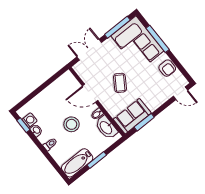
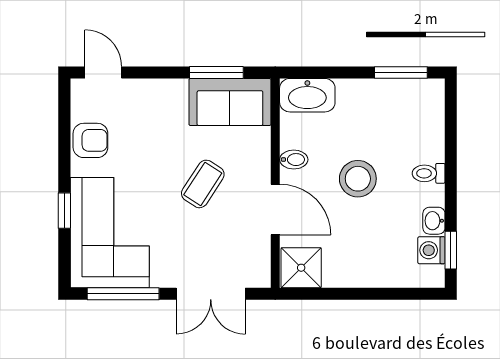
window: (158, 39) -> (64, 211), width x0.46
armchair: (167, 68) -> (90, 140), turned 90
shower: (67, 81) -> (301, 268), added
washbasin: (106, 127) -> (307, 95), moved, turned 90
window: (97, 160) -> (401, 72), moved
bathtub: (77, 163) -> (406, 97), removed

